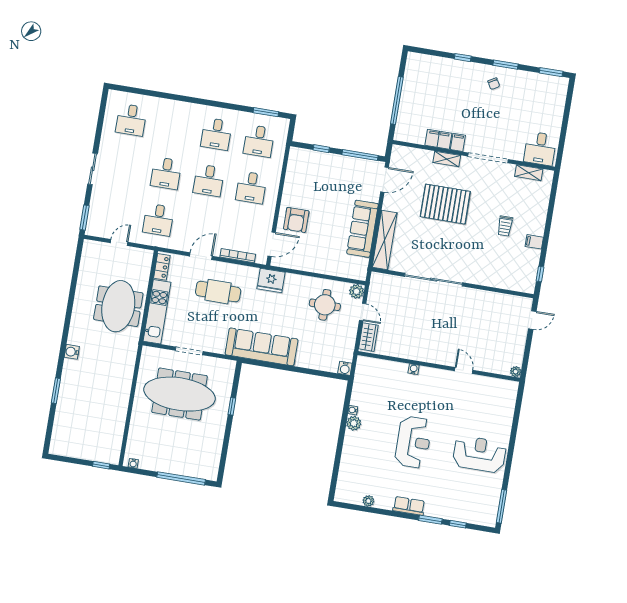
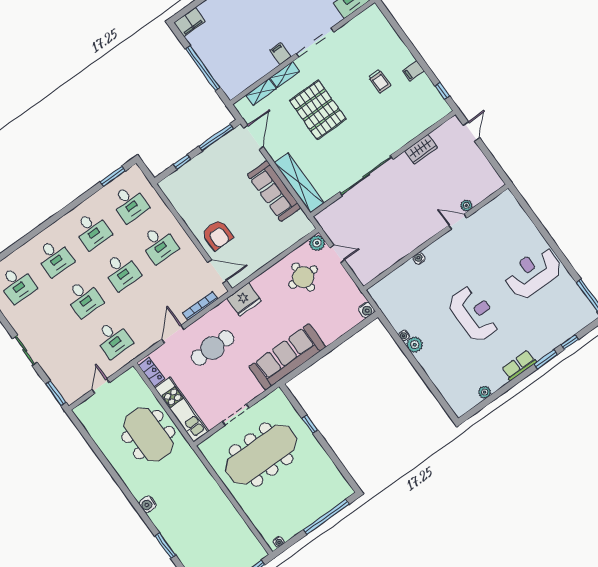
desk: (174, 127) -> (54, 257), added
filing cabinet: (438, 139) -> (190, 22), moved, turned 180
shelving: (529, 173) -> (261, 92), moved
pallet: (445, 204) -> (318, 110), turned 90
door: (272, 244) -> (217, 272), hinge flipped
wardrobe: (368, 337) -> (421, 149), moved, turned 90
plant: (516, 372) -> (466, 206), moved

